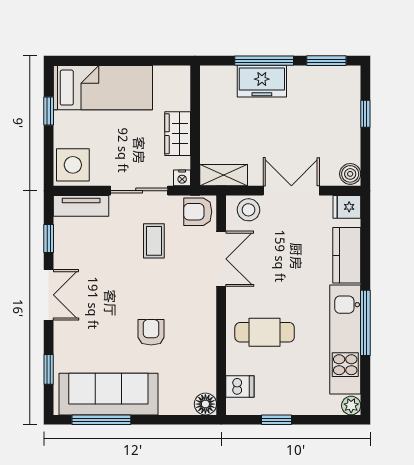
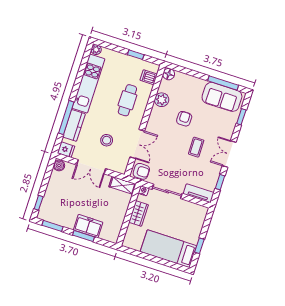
window: (264, 61) -> (84, 236), width x0.69
window: (365, 114) -> (39, 203), moved
side table: (73, 165) -> (196, 215), removed
stool: (248, 210) -> (107, 140), moved
coffee table: (154, 241) -> (196, 147), moved
double door: (221, 259) -> (137, 144), swing flipped
window: (365, 323) -> (66, 118), moved
armchair: (151, 332) -> (184, 119), turned 180
cafe table: (265, 332) -> (127, 100), turned 90
plant: (203, 353) -> (162, 100), added
sofa: (108, 394) -> (222, 97), width x0.73

